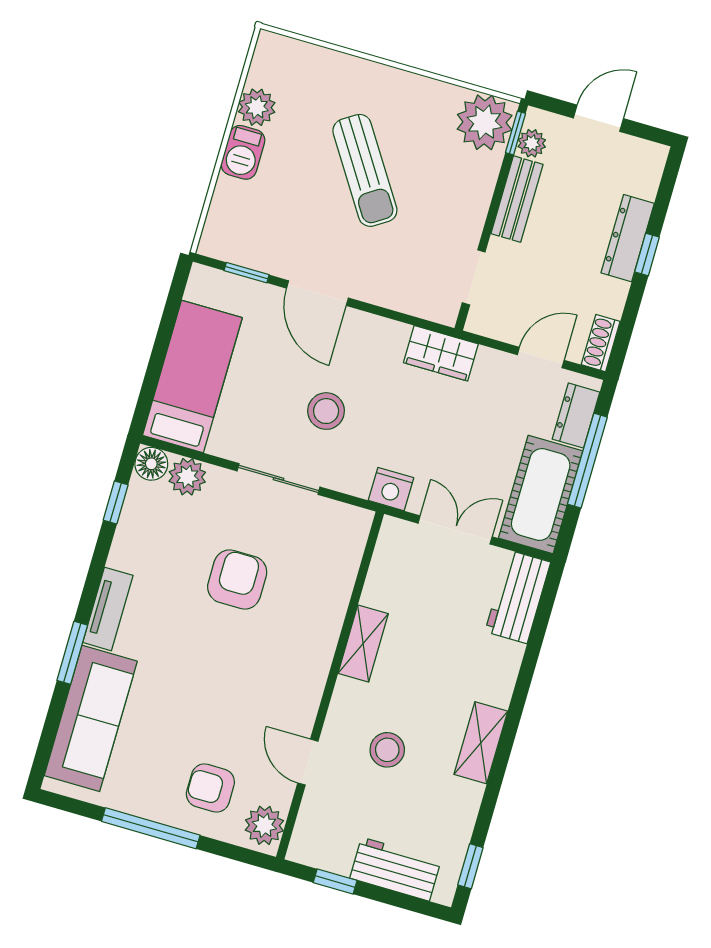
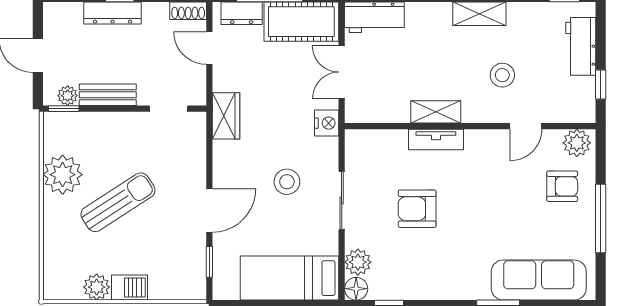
plant: (485, 122) -> (63, 175), moved
tv unit: (108, 609) -> (436, 139), moved, turned 180
armchair: (210, 788) -> (562, 186), turned -90

